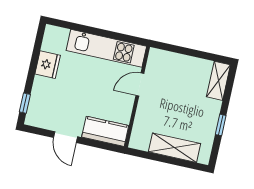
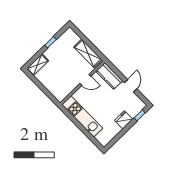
fridge: (48, 65) -> (124, 120), moved
door: (140, 85) -> (85, 80), moved
shelving: (174, 148) -> (88, 53), moved

